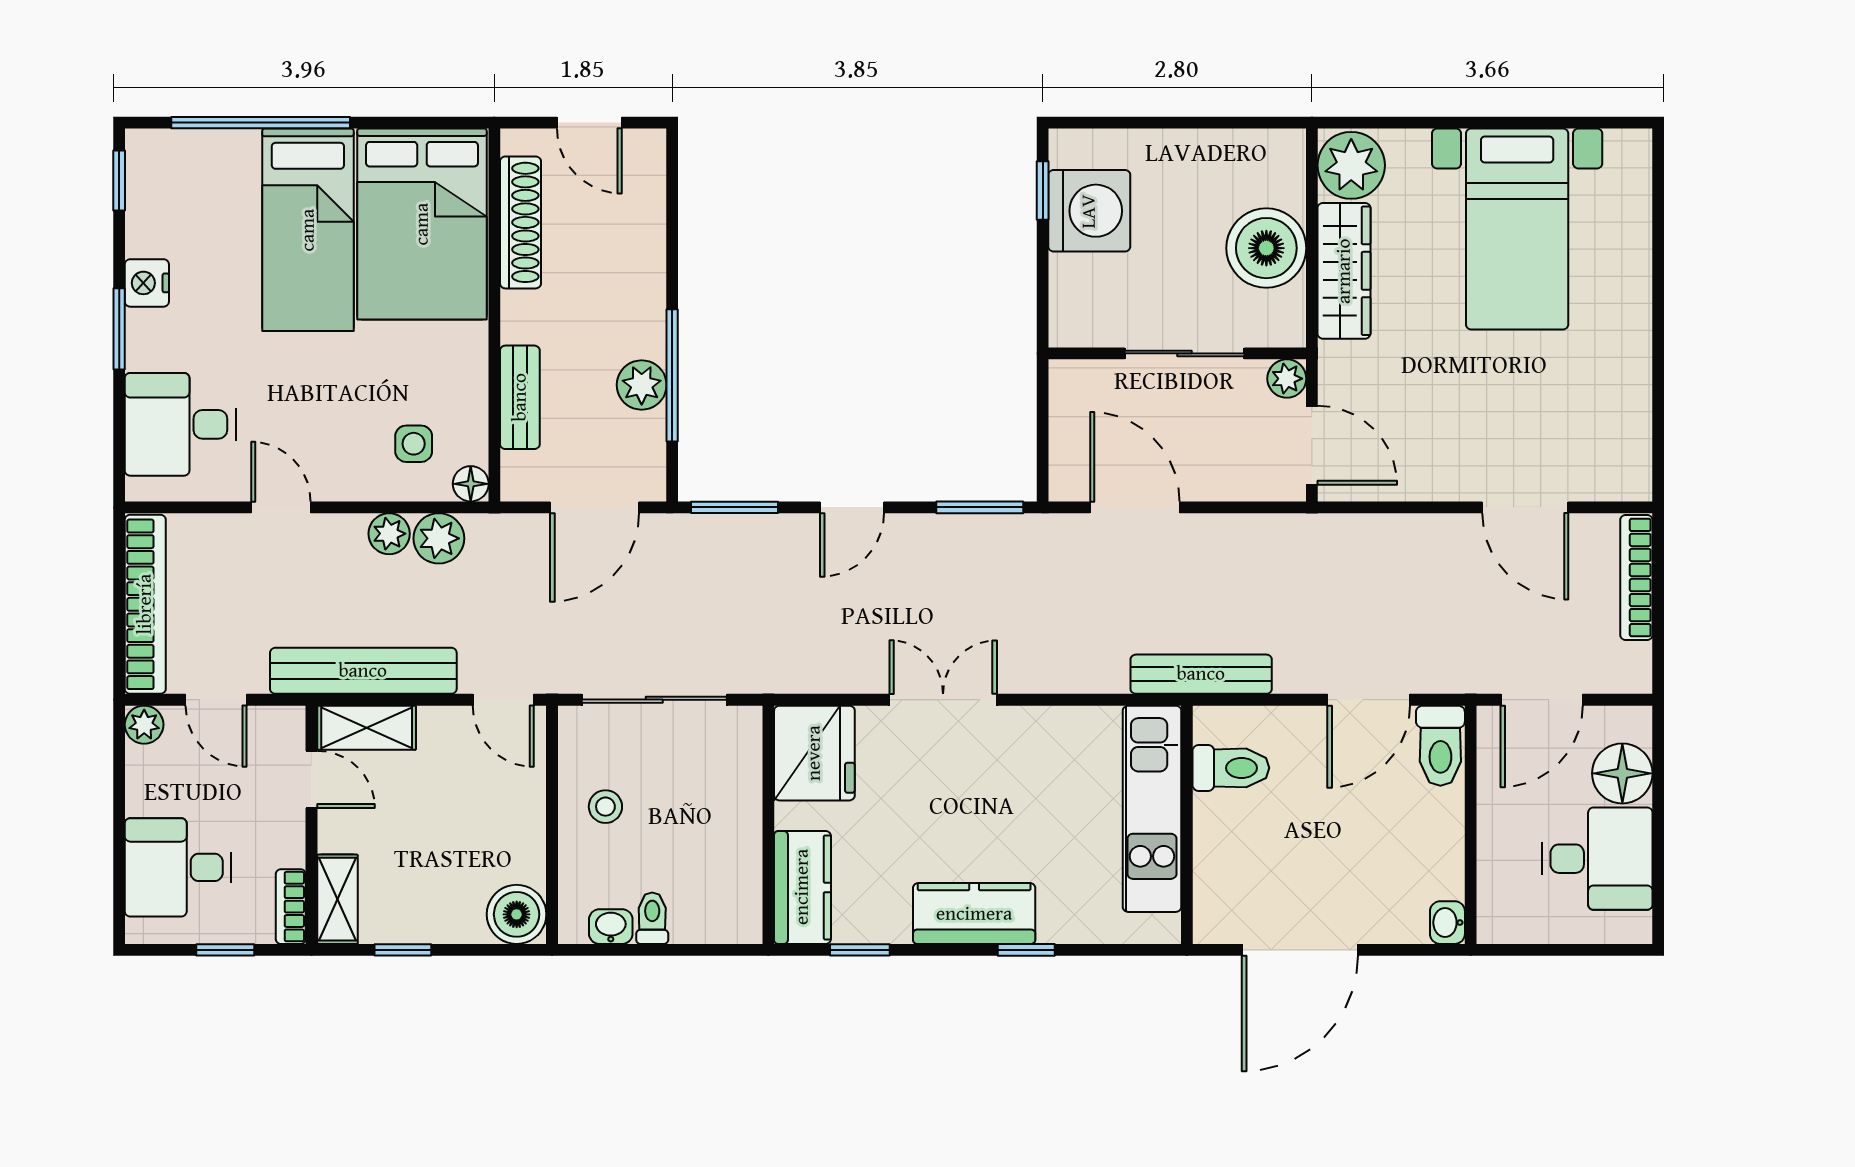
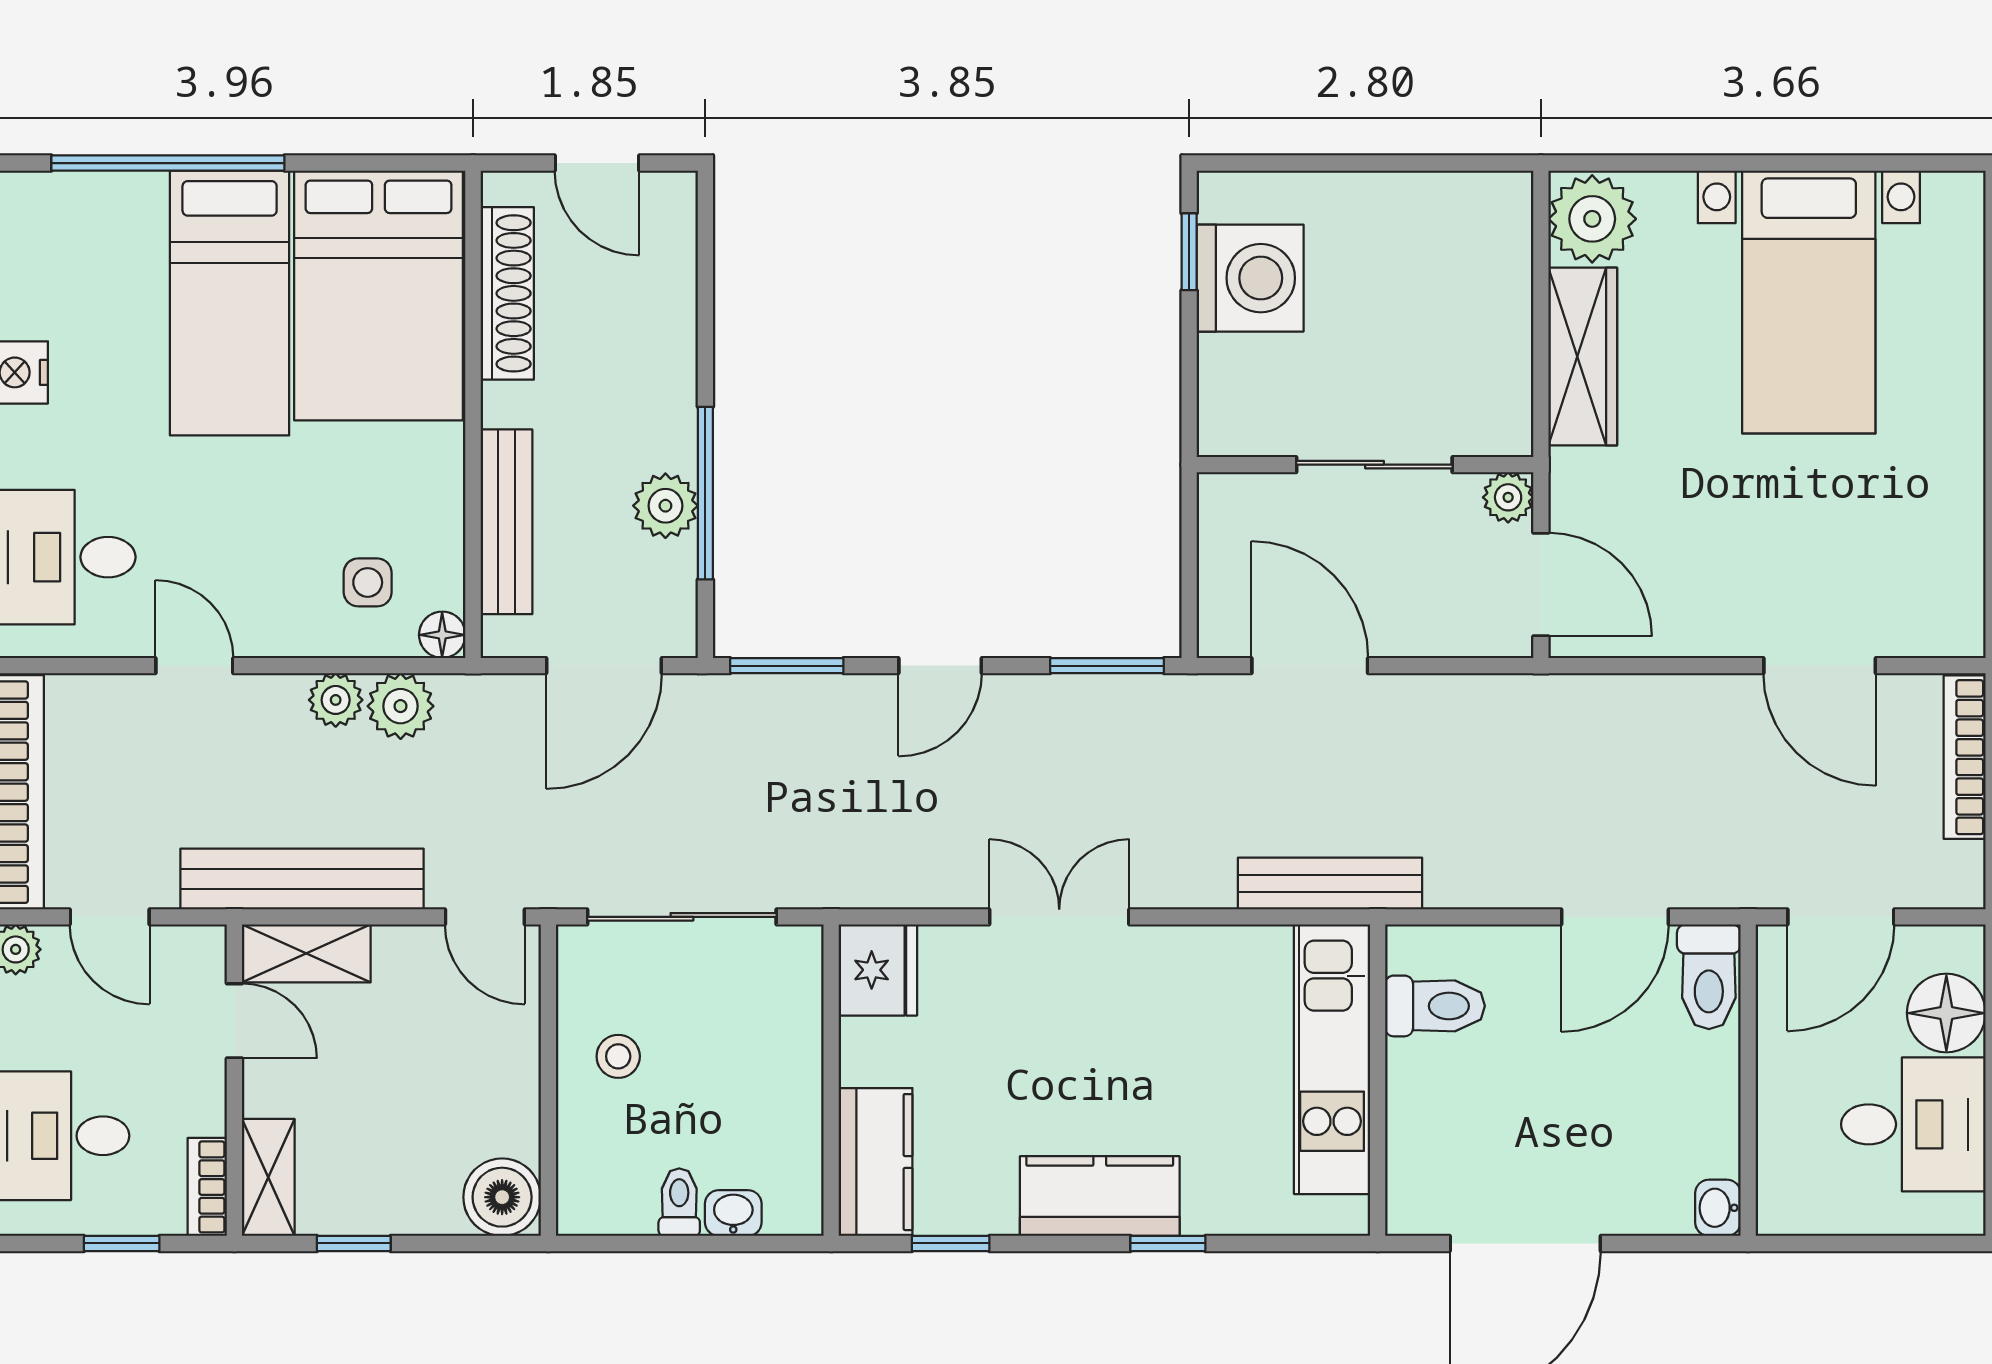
boiler: (1266, 248) -> (1481, 327), removed
bench: (520, 397) -> (506, 522), width x1.36
bench: (1201, 674) -> (1330, 883), moved
fridge: (814, 753) -> (878, 970), width x0.73, depth x0.75
washbasin: (611, 927) -> (733, 1213), moved

